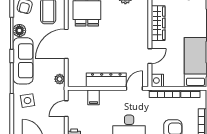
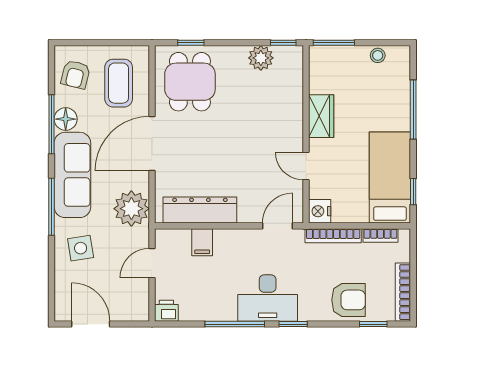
wardrobe: (158, 23) -> (321, 116), width x0.67
door: (150, 56) -> (306, 166), swing flipped
plant: (60, 79) -> (131, 209), width x1.87, depth x1.87
dresser: (106, 80) -> (200, 210), moved

